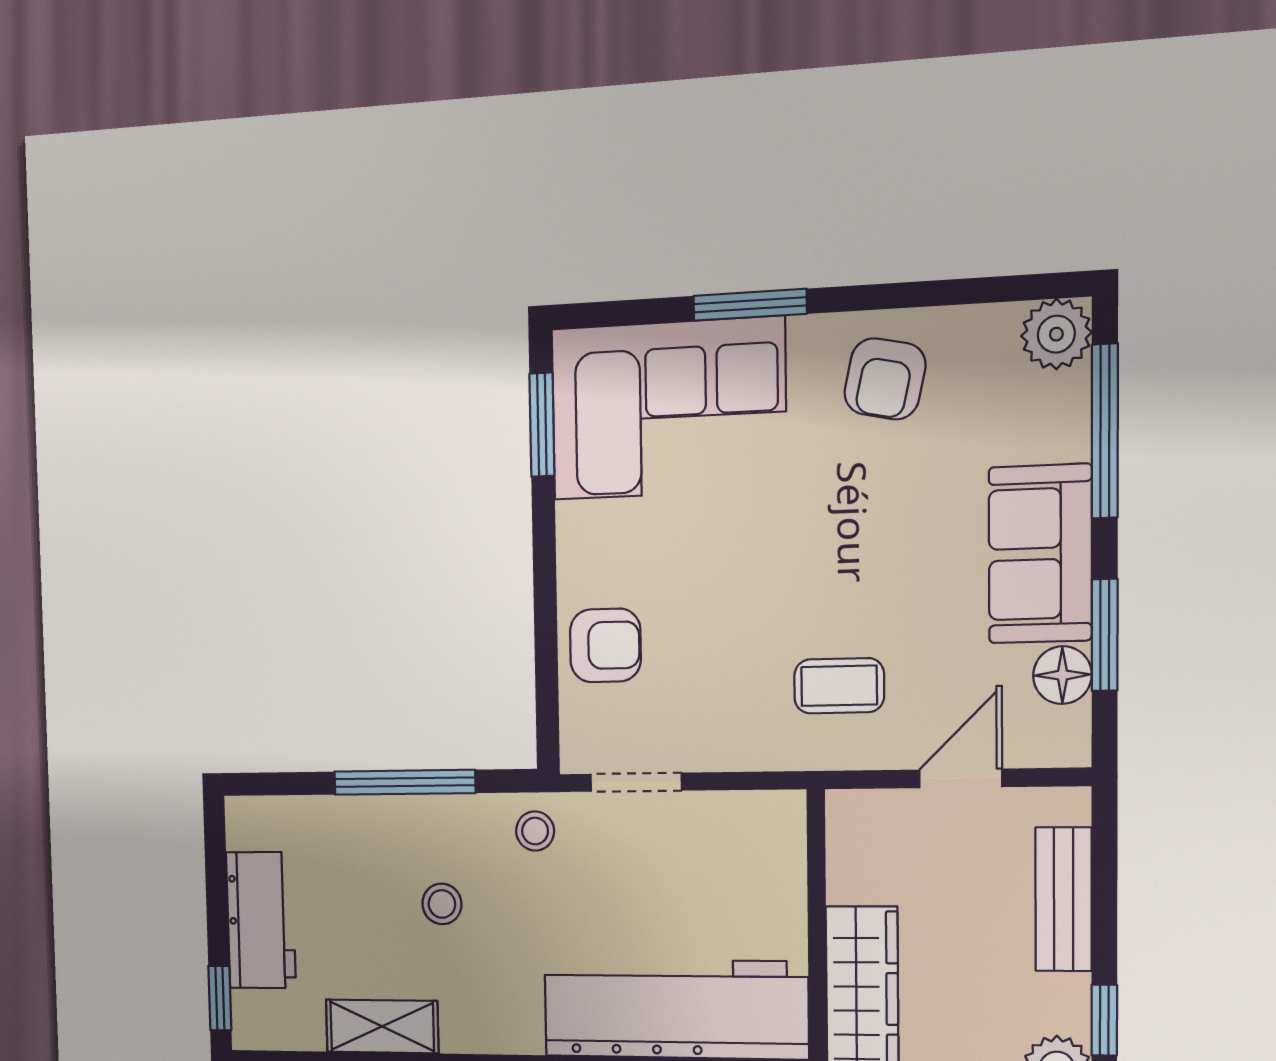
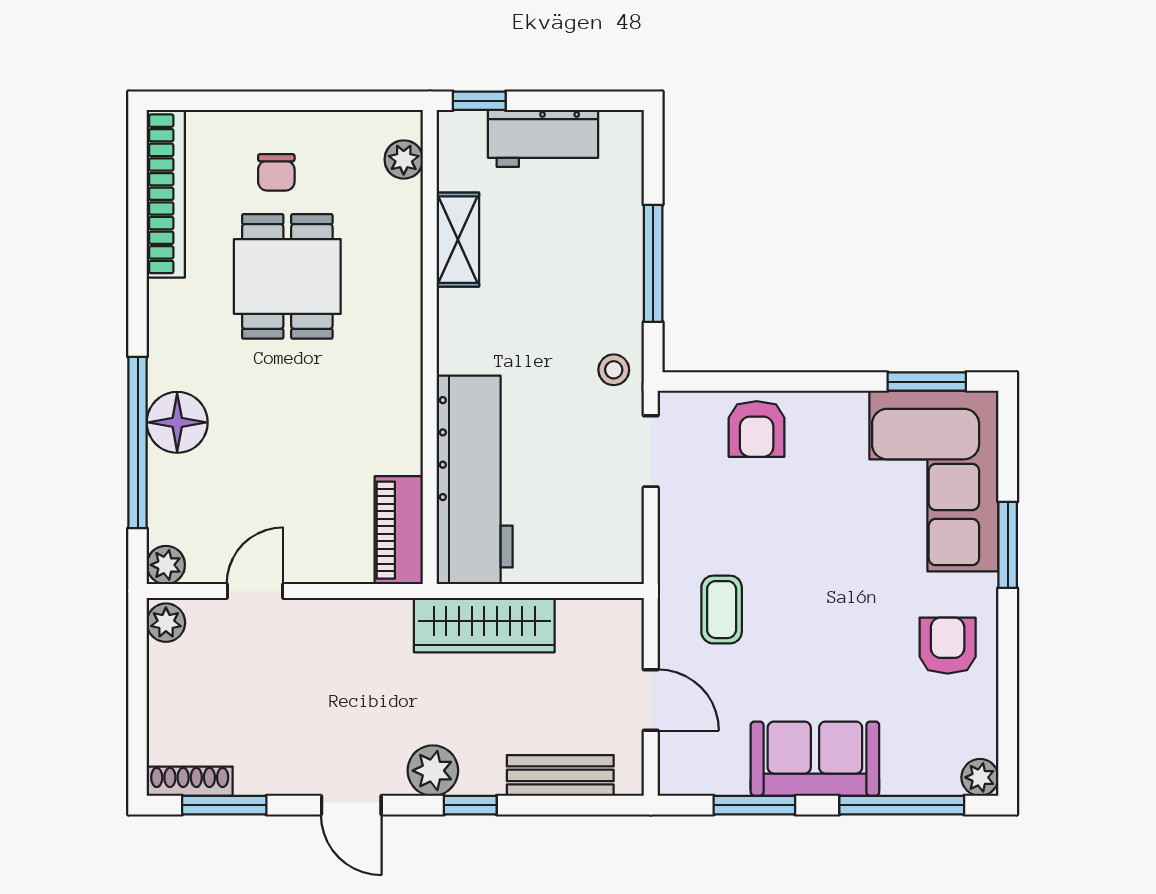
plant: (1056, 334) -> (980, 777), width x0.73, depth x0.73
armchair: (885, 379) -> (948, 646), turned 78
floor lamp: (1062, 675) -> (726, 775), removed
stool: (442, 904) -> (556, 292), removed

